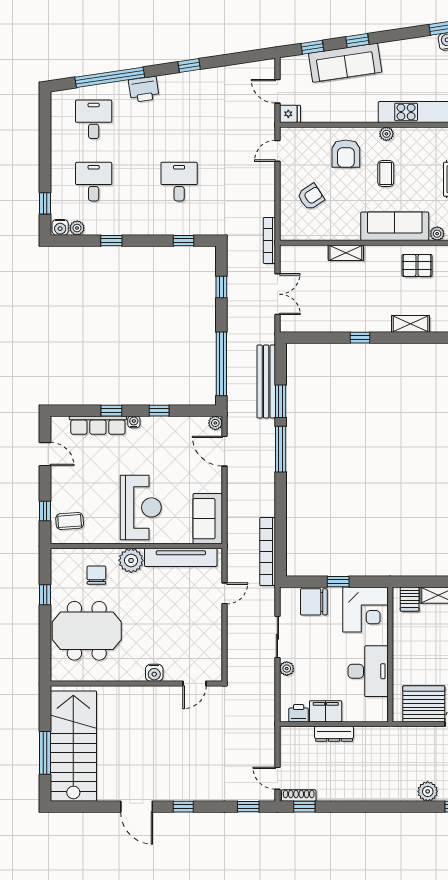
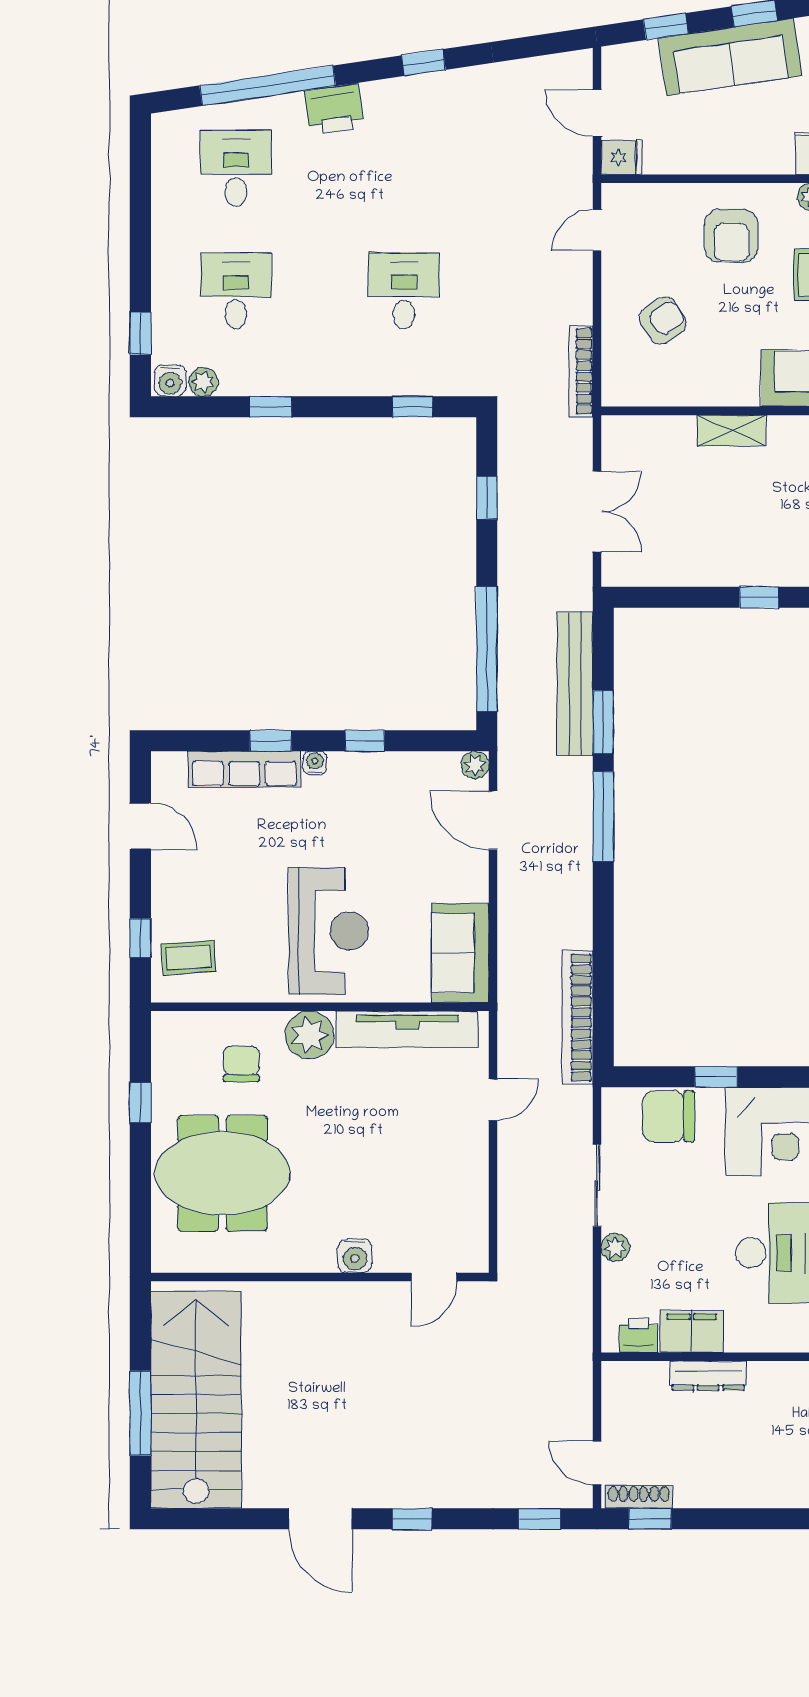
bookcase: (269, 240) -> (581, 371), moved

